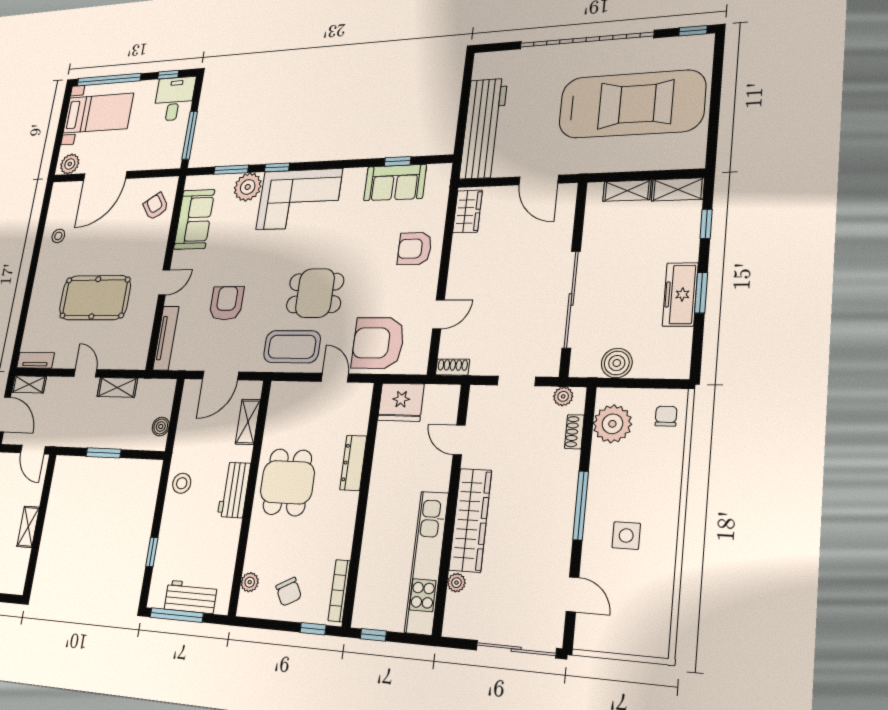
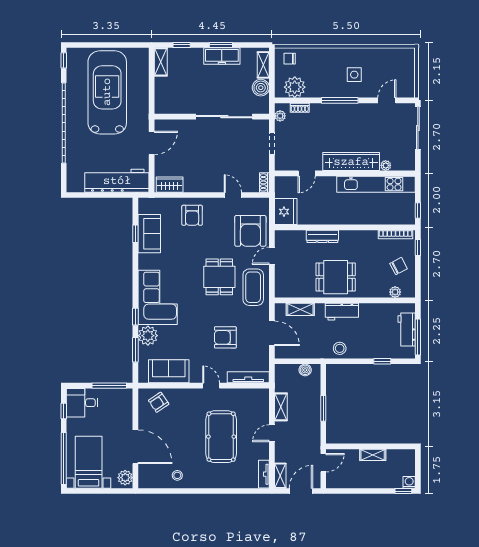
shelving: (627, 191) -> (263, 65), moved

